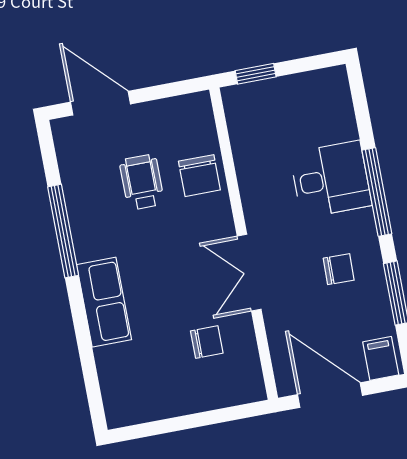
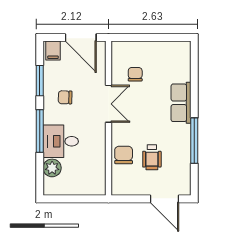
window: (256, 74) -> (87, 199), removed
plant: (338, 122) -> (52, 168), added
chair: (207, 342) -> (135, 74), turned 90

